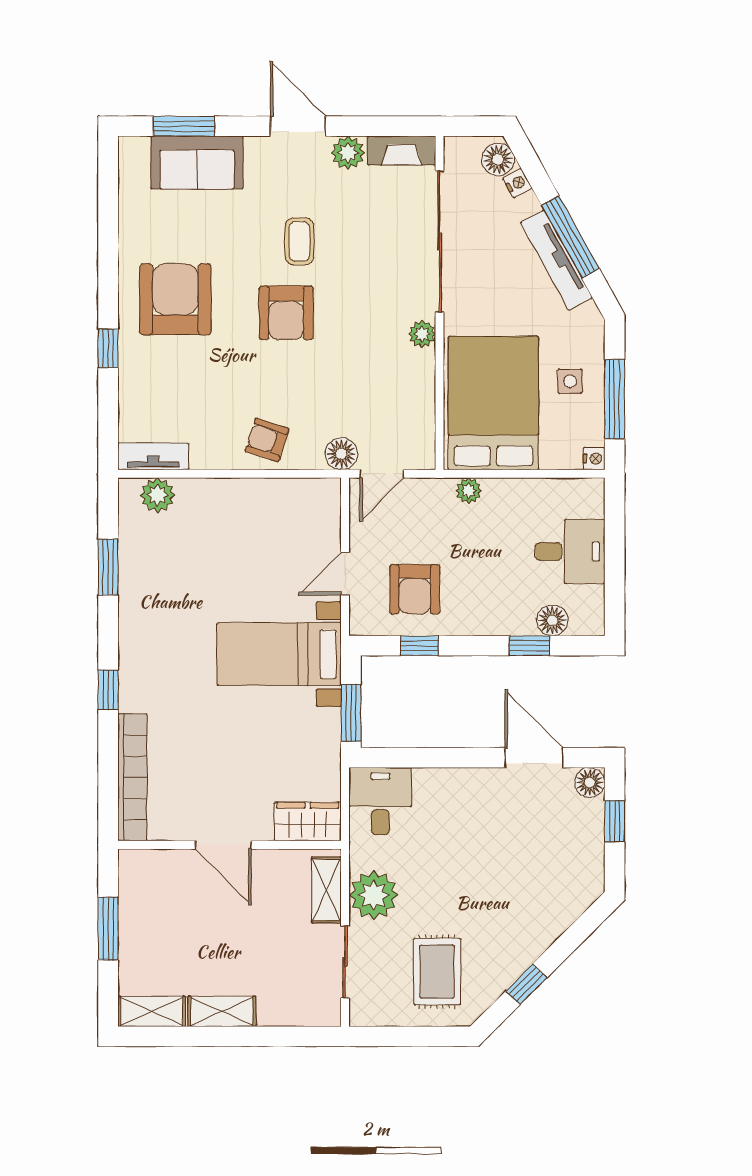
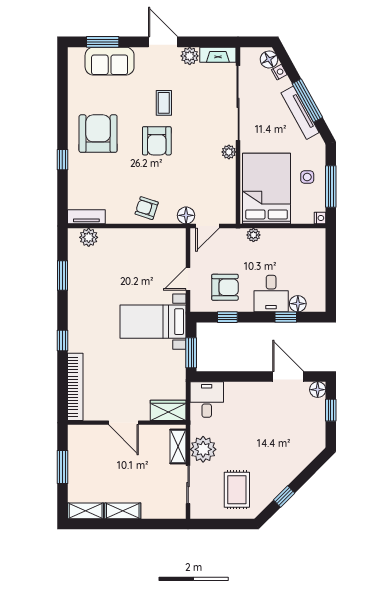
desk: (570, 551) -> (271, 294), moved, turned 90
armchair: (415, 589) -> (225, 287), turned -90

